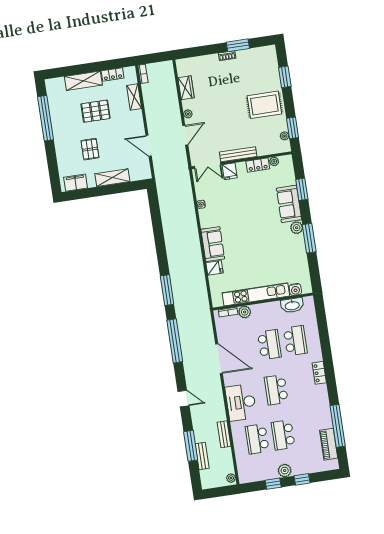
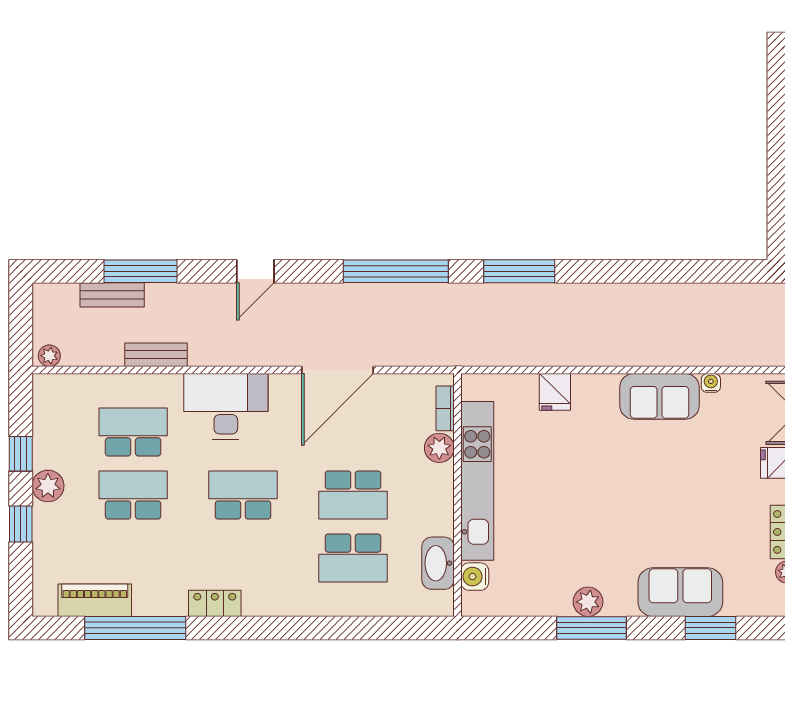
plant: (297, 228) -> (588, 602), moved
sofa: (213, 244) -> (660, 396), moved
locker: (319, 373) -> (215, 603), moved

